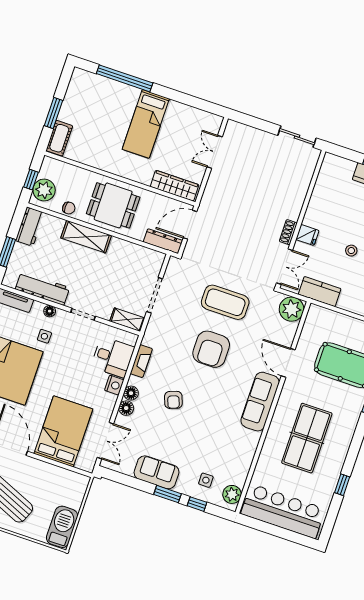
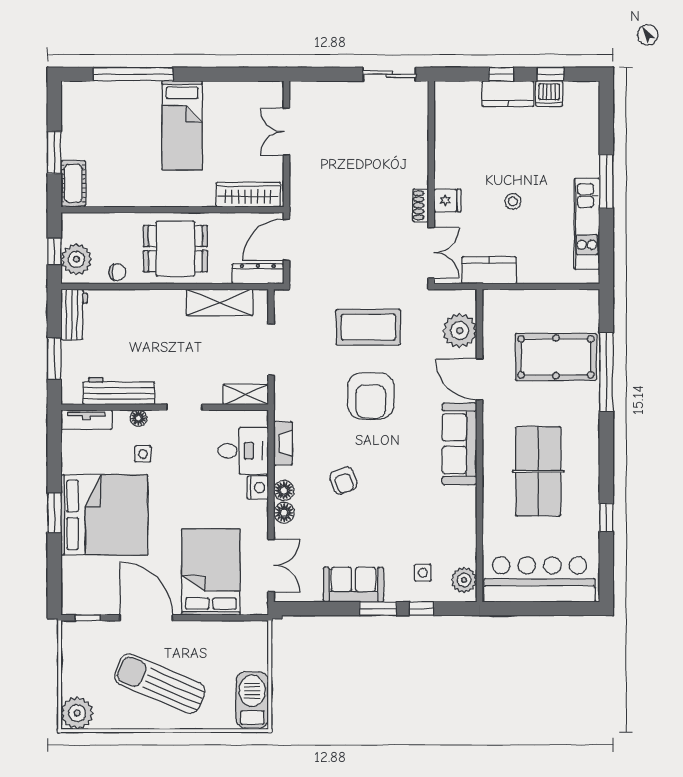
shelving: (86, 237) -> (219, 302), moved
plant: (292, 309) -> (460, 331), moved

